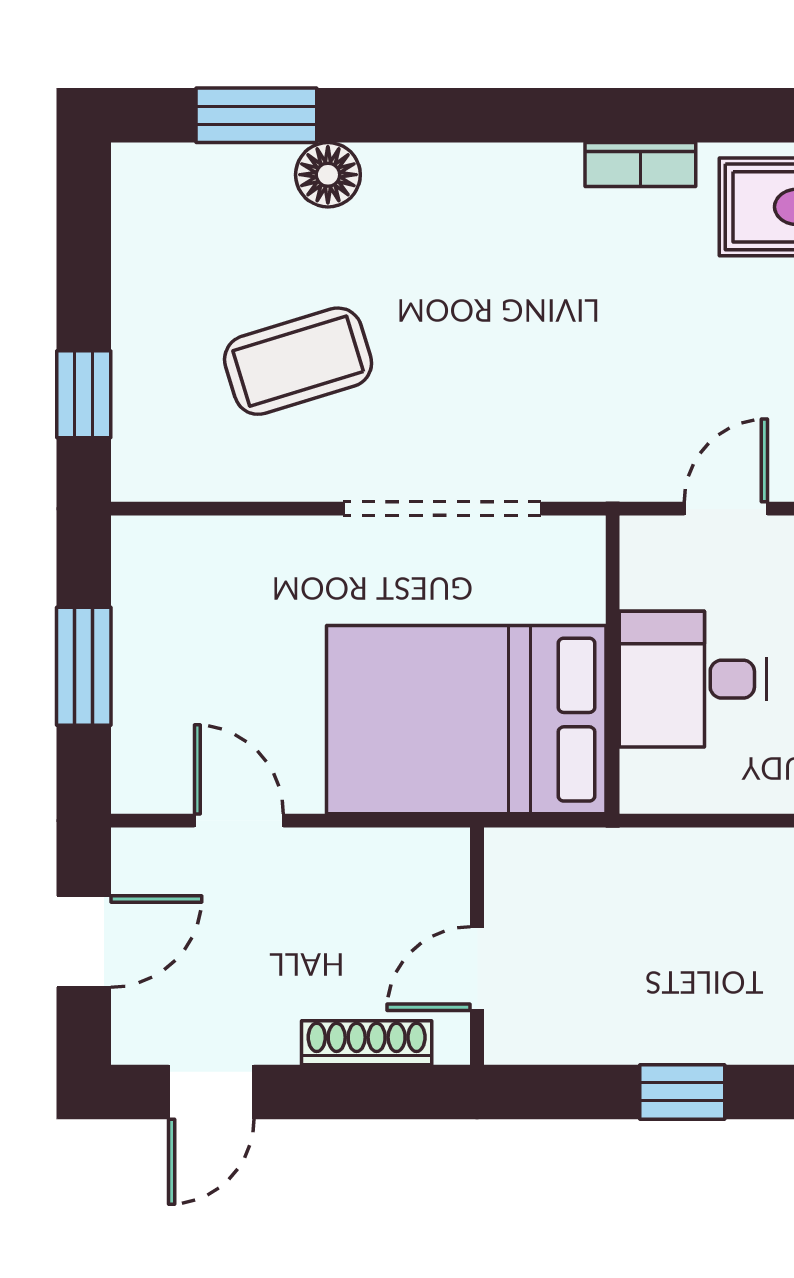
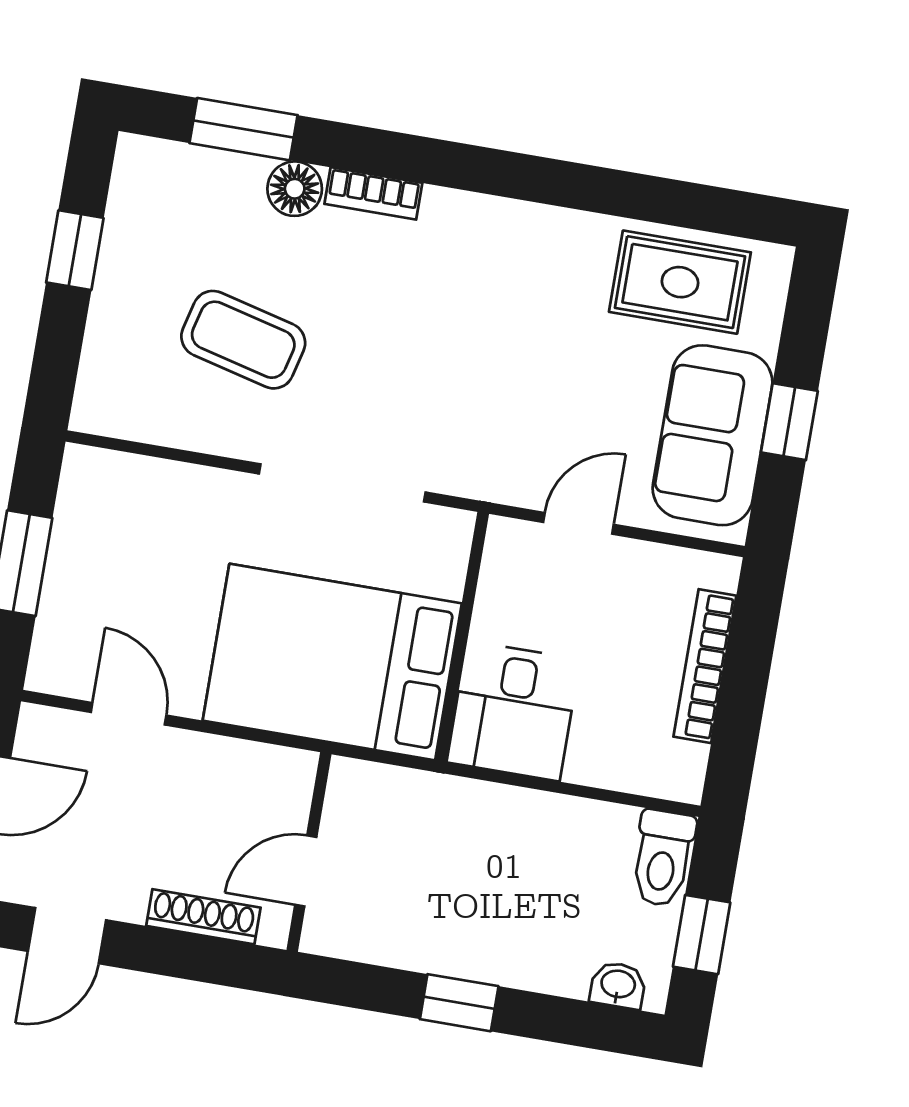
bookcase: (640, 165) -> (373, 193), moved
coffee table: (298, 361) -> (243, 340), turned 31
window: (84, 394) -> (75, 250), moved
desk: (693, 679) -> (513, 711), moved, turned -90

